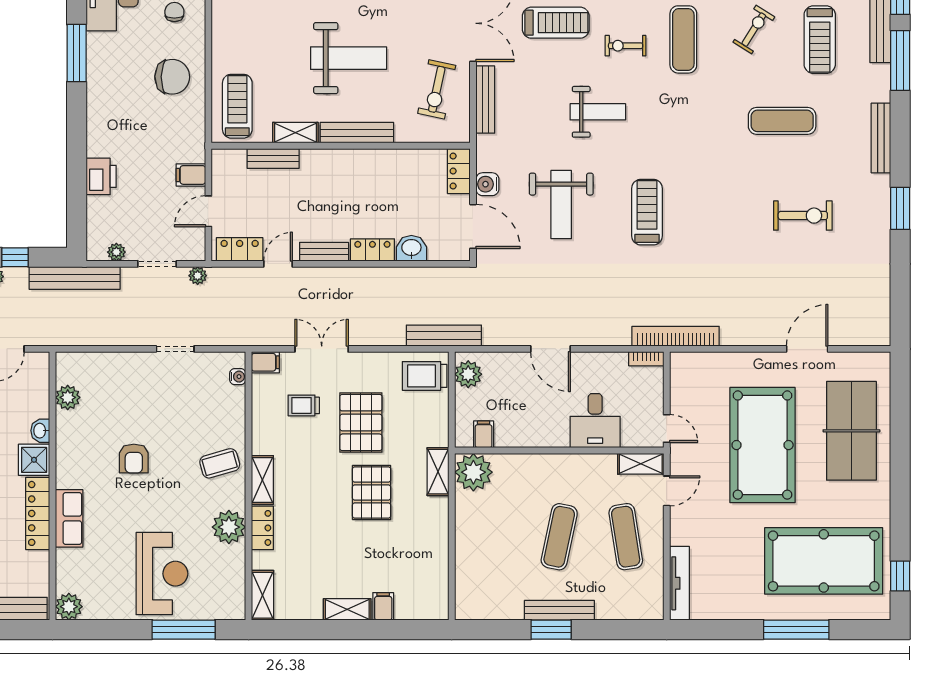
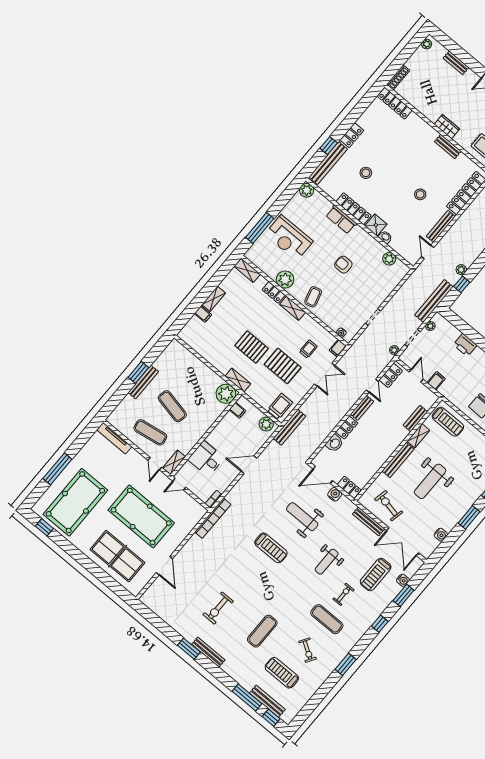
bench: (881, 138) -> (208, 652), moved

